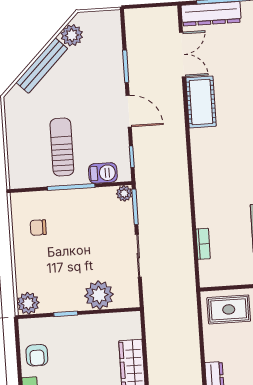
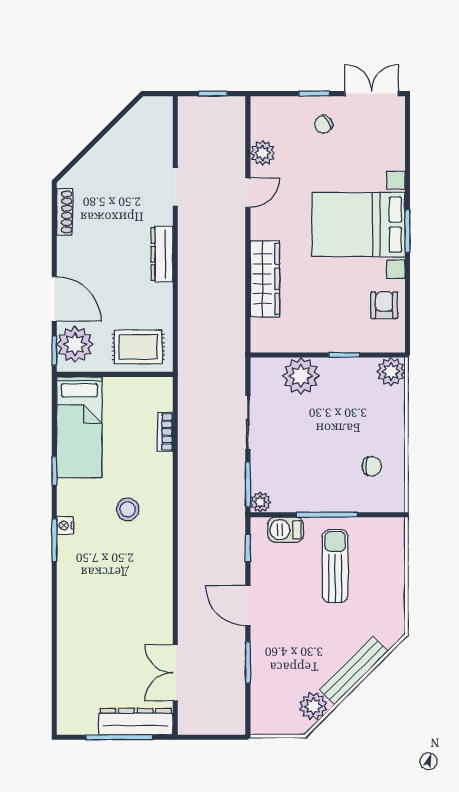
cot: (201, 102) -> (156, 611), removed
sun lounger: (62, 147) -> (335, 566), turned 180
stool: (229, 181) -> (128, 509), added

